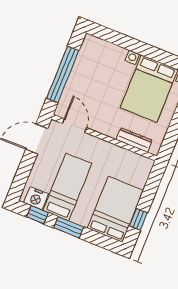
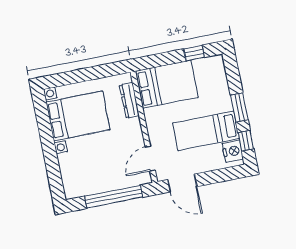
bed: (115, 209) -> (167, 84), moved, turned 180

